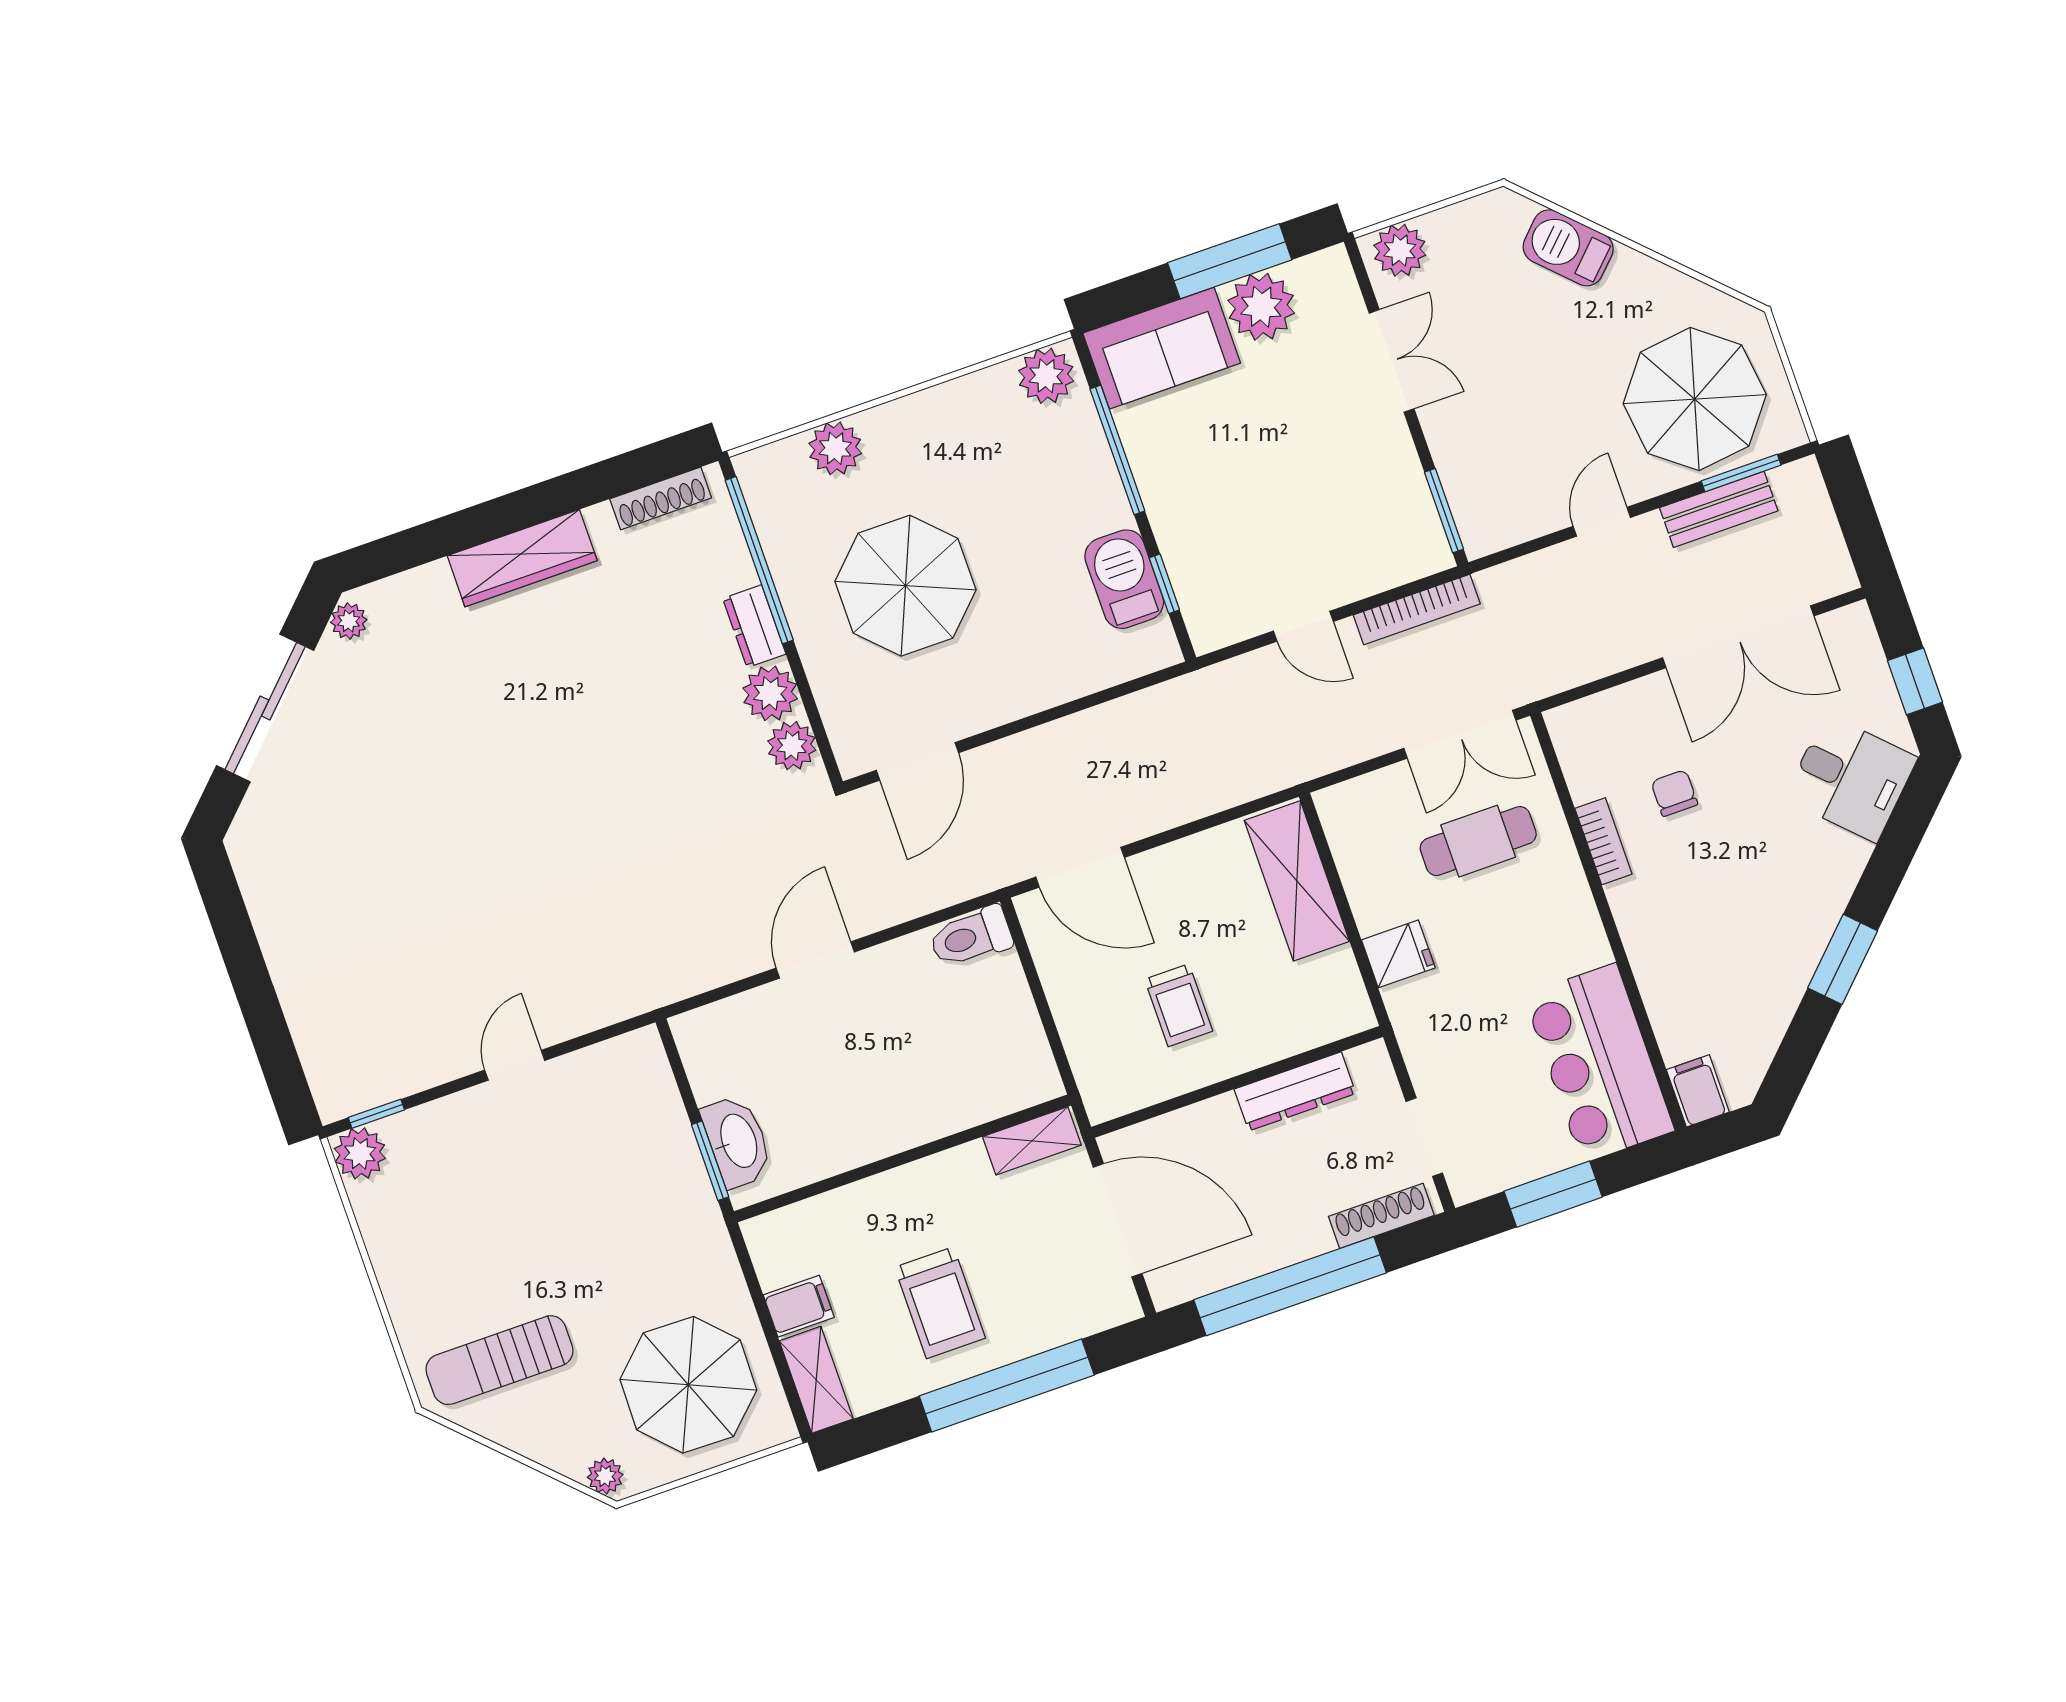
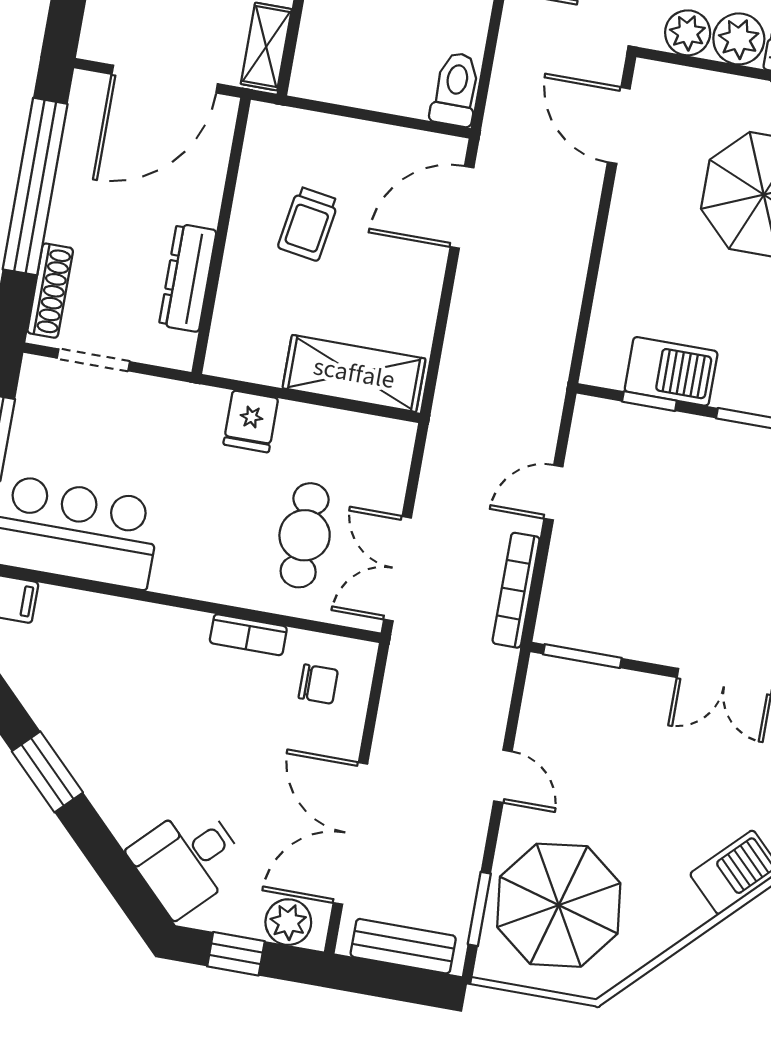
bench: (1719, 509) -> (403, 946), moved, turned 90
plant: (1856, 648) -> (288, 922), added
chair: (1674, 793) -> (318, 684), moved
trolley: (1179, 1005) -> (308, 224), turned -81

